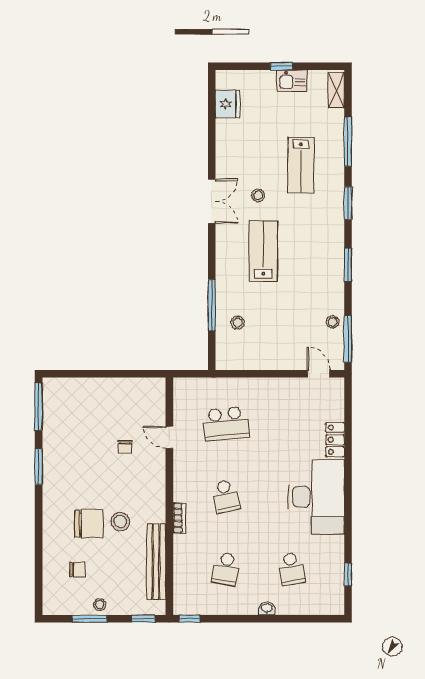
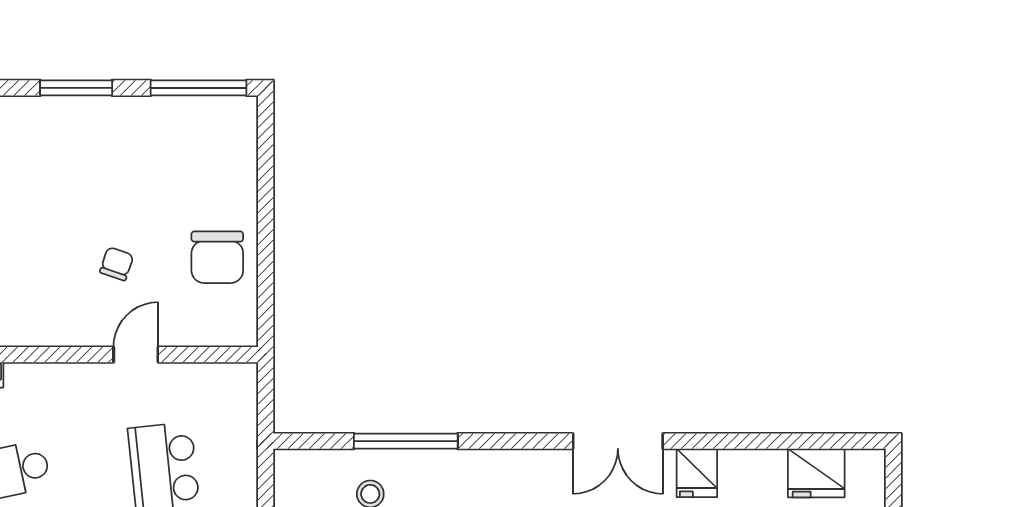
fridge: (227, 162) -> (697, 473), added
chair: (122, 398) -> (217, 257), added
chair: (125, 447) -> (117, 264), turned 109

